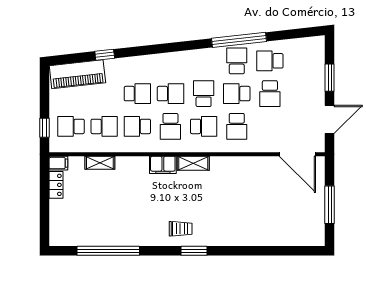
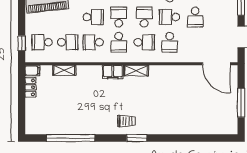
school desk: (170, 94) -> (119, 17), turned -90

